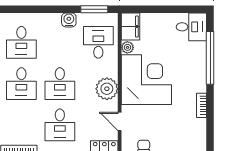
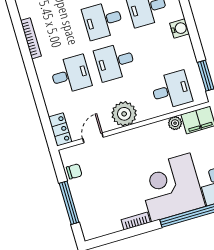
water cooler: (69, 20) -> (180, 28), moved
corner desk: (146, 80) -> (171, 187), moved, turned 180
desk: (60, 125) -> (71, 75), turned 180

